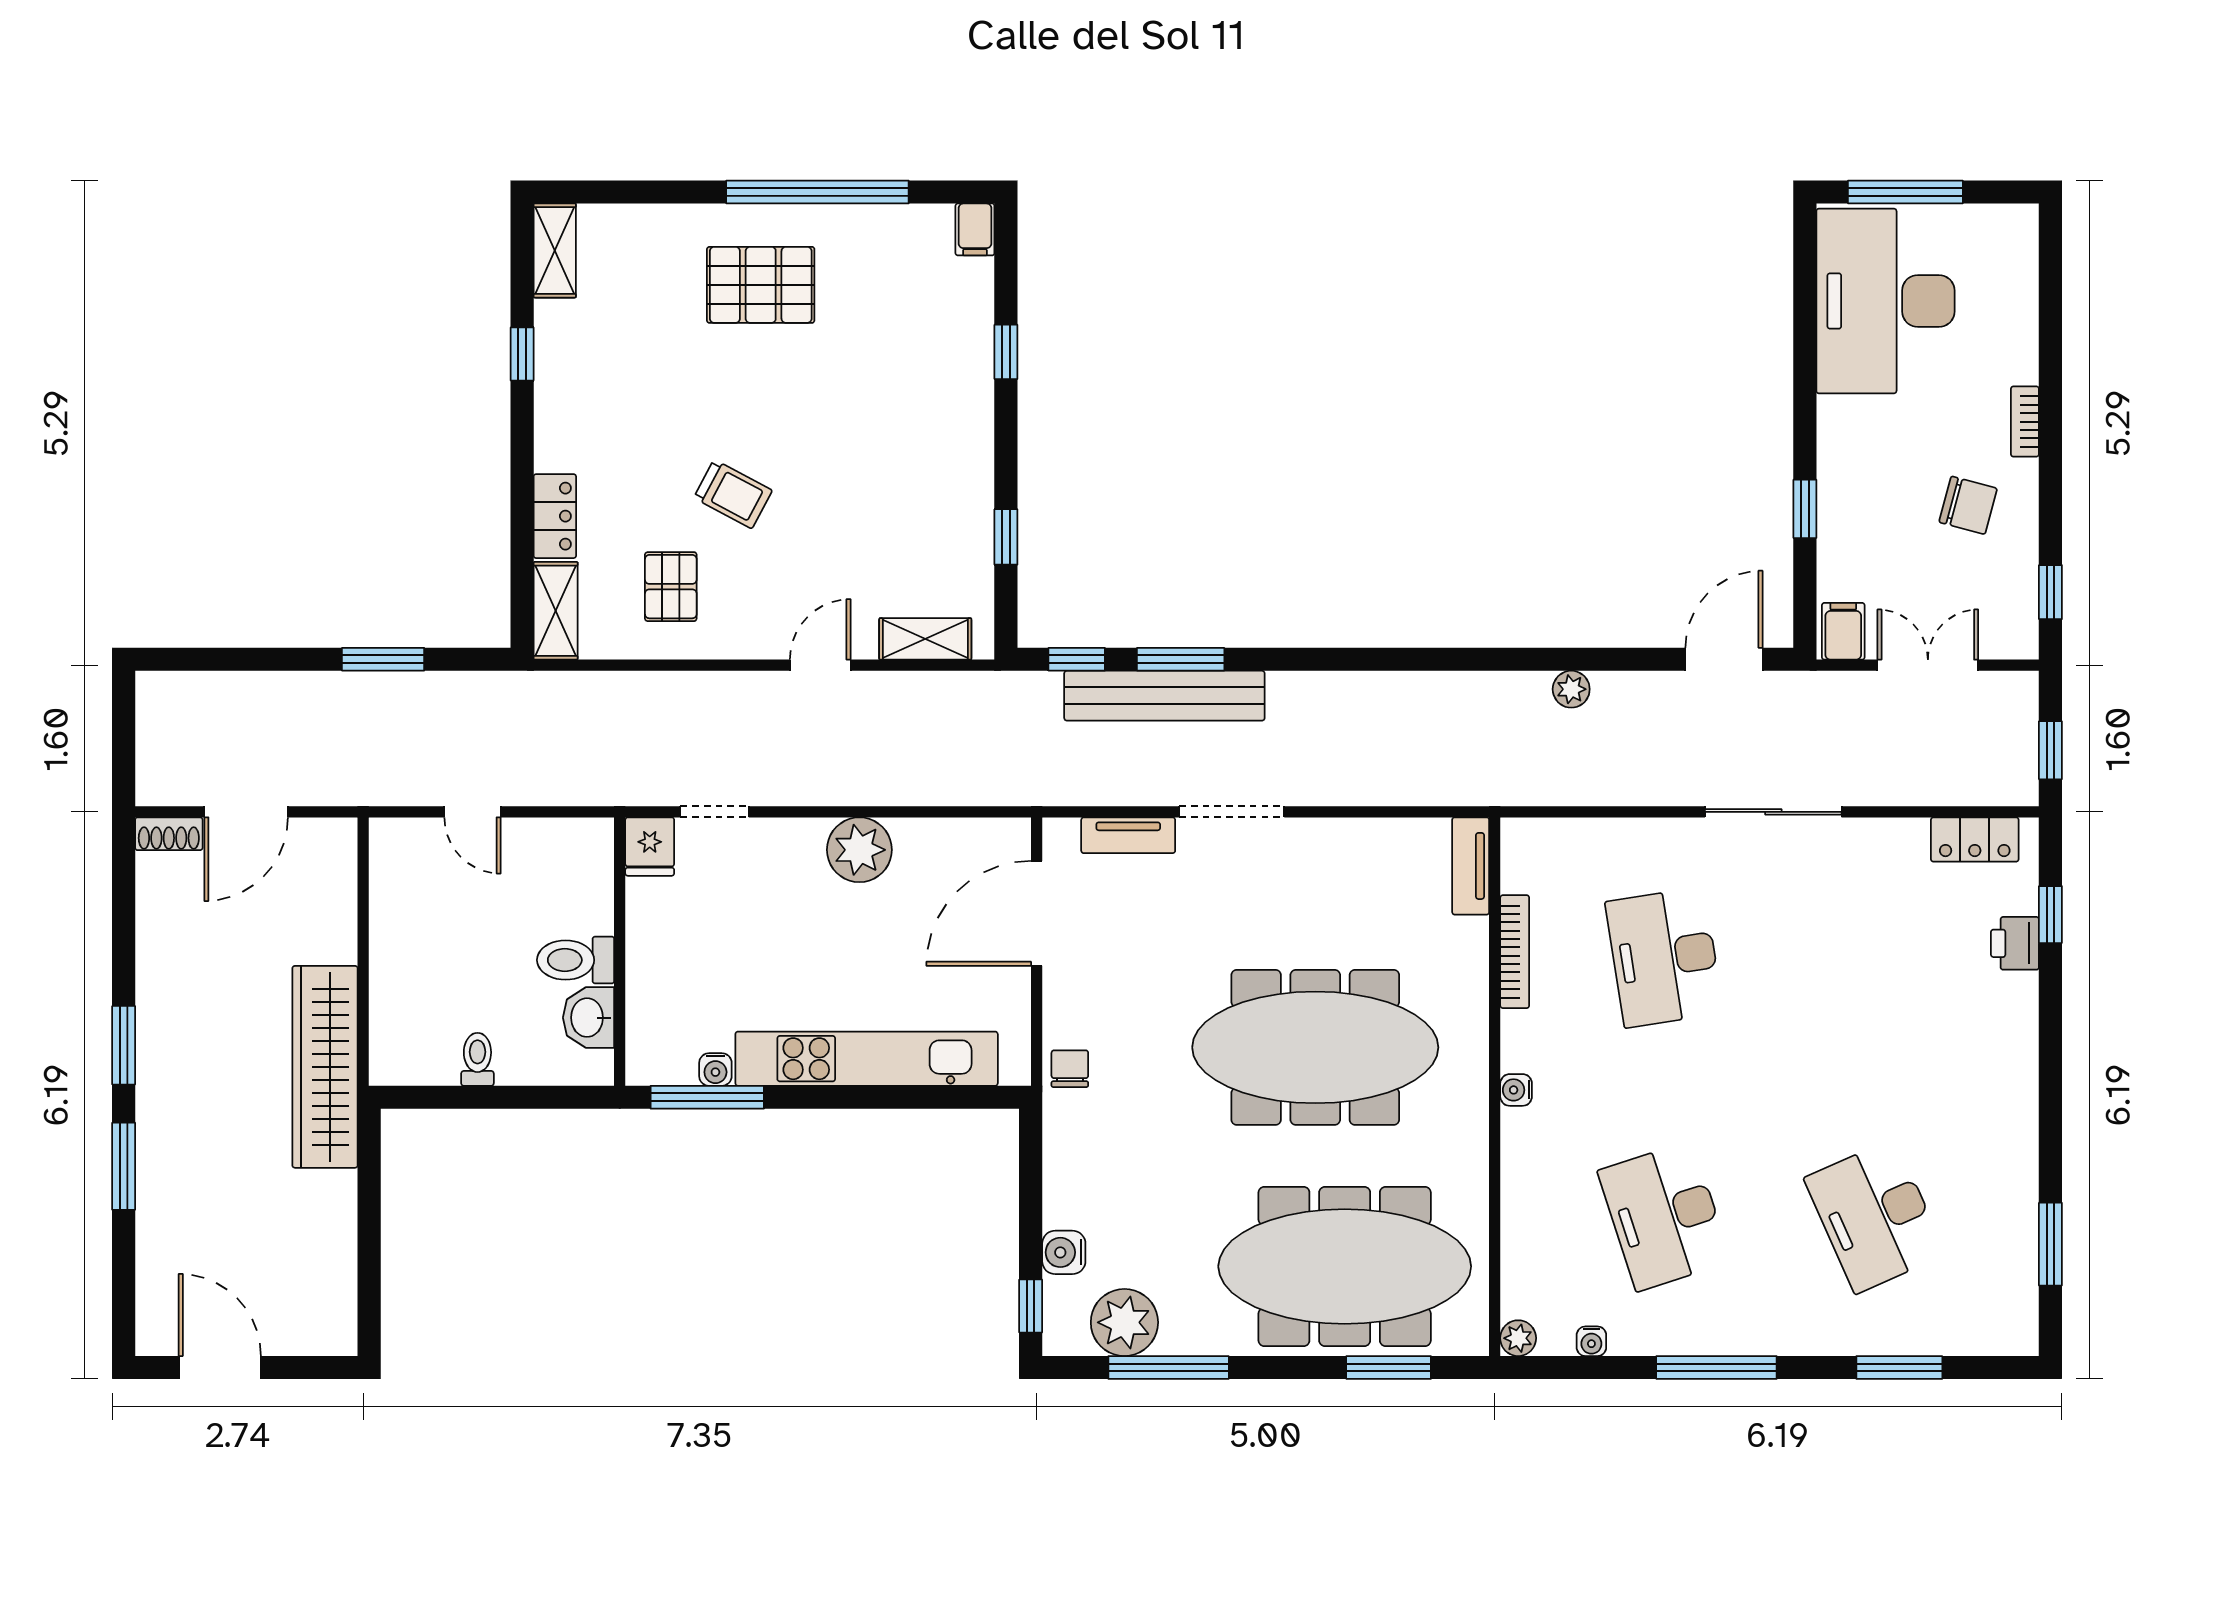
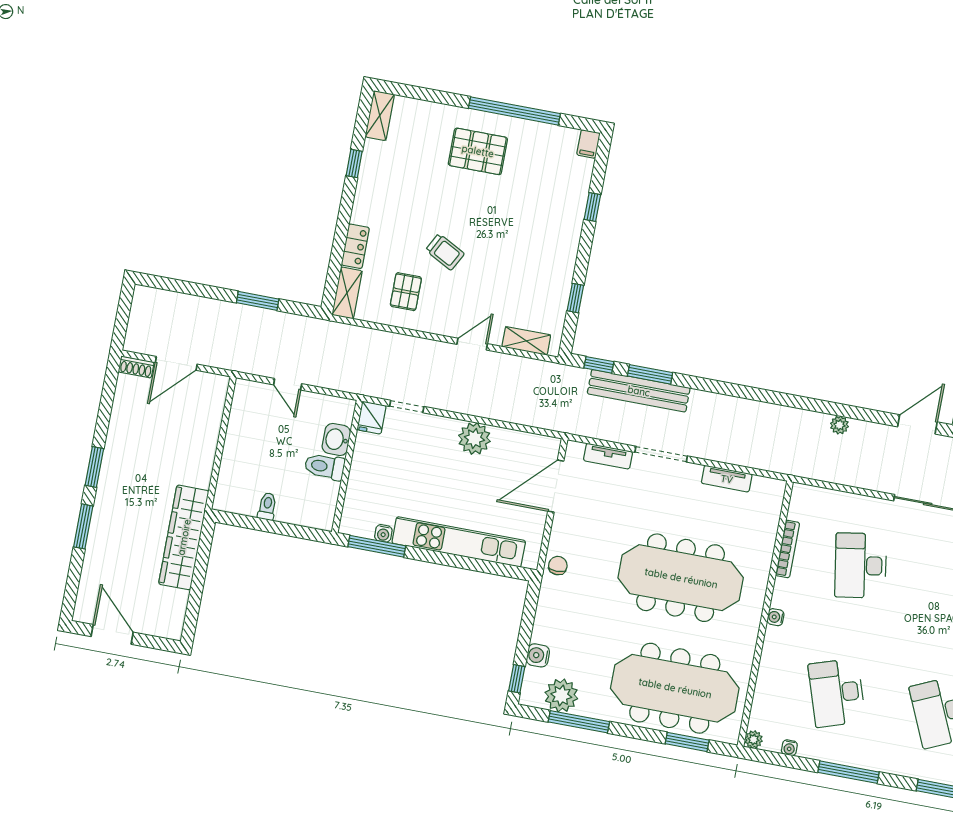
tv unit: (1471, 866) -> (727, 479), moved, turned -90
washbasin: (589, 1018) -> (336, 439), moved
wardrobe: (325, 1067) -> (184, 537), moved

